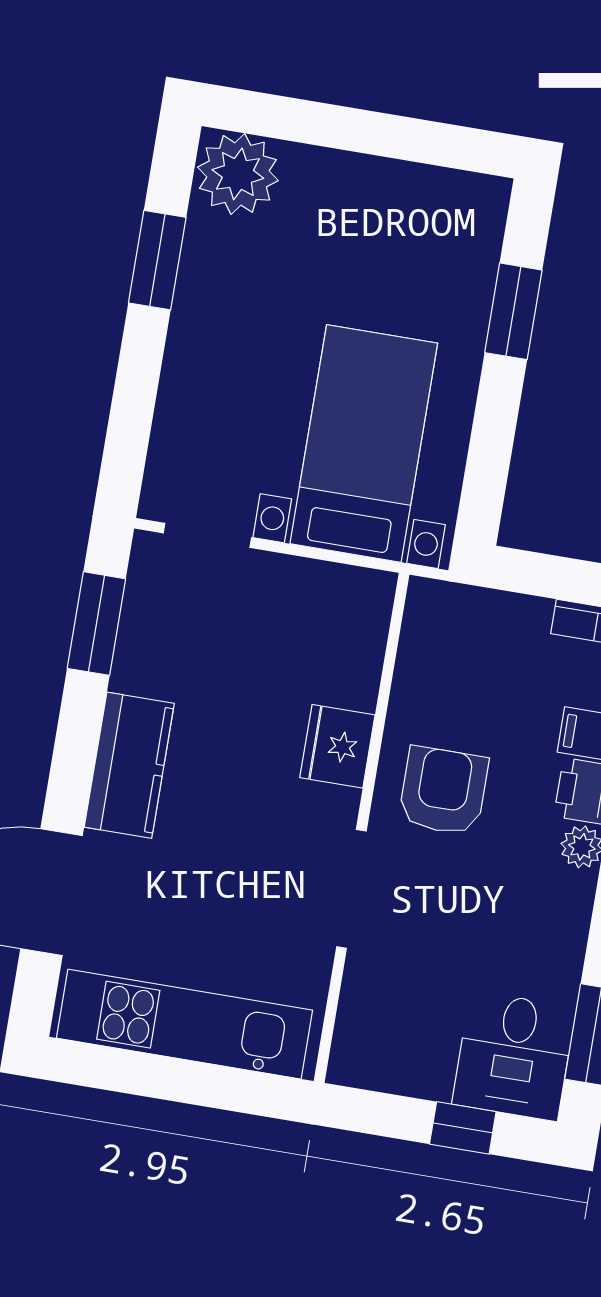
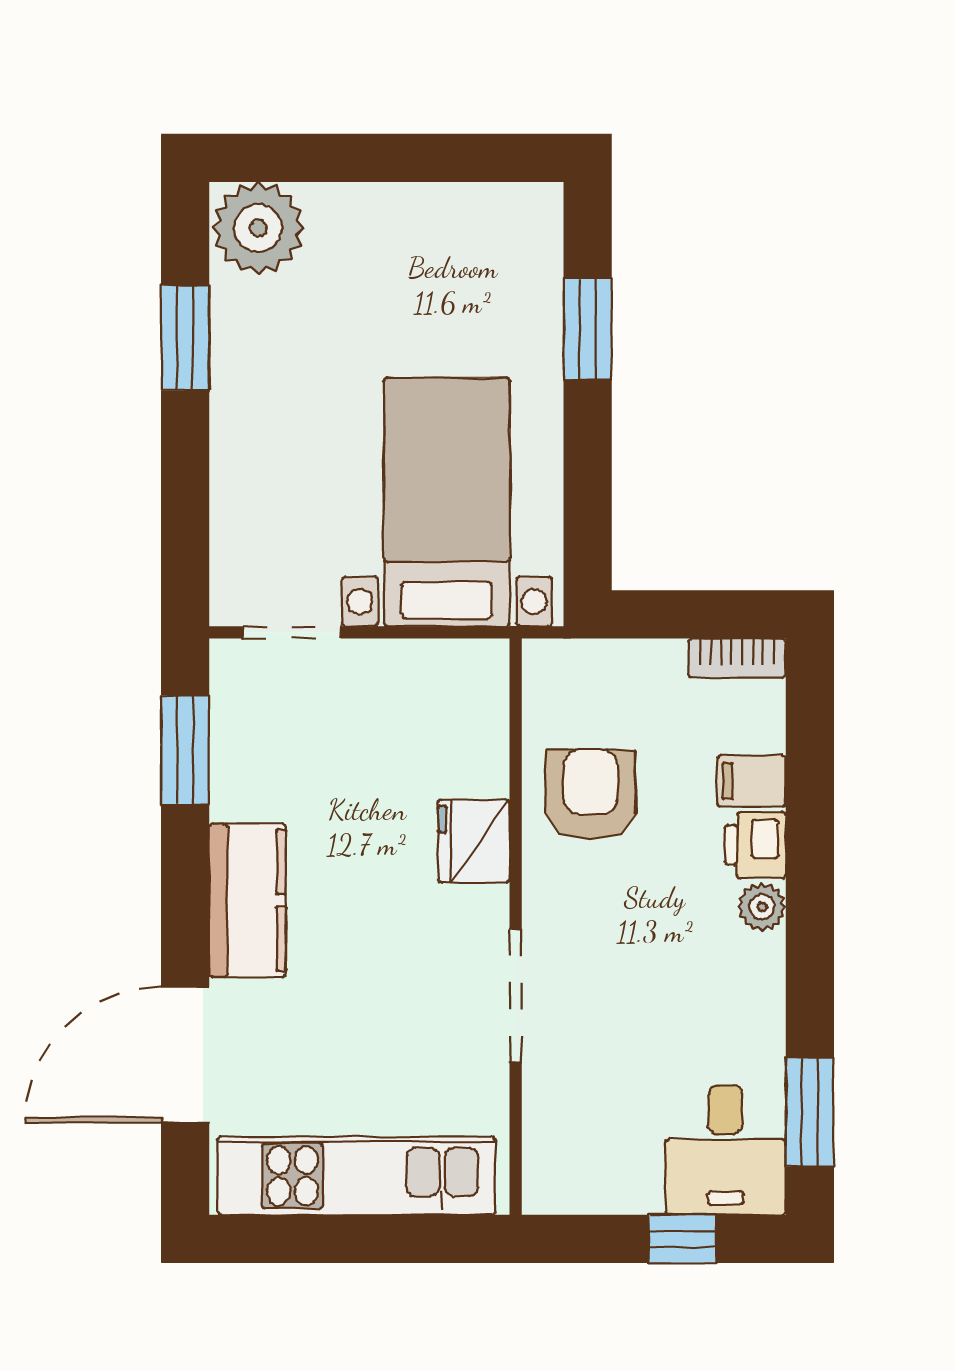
armchair: (443, 791) -> (591, 795), moved

